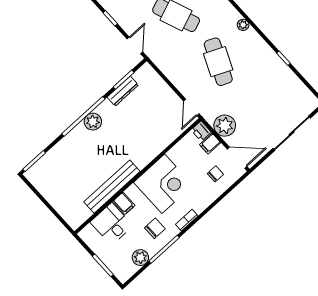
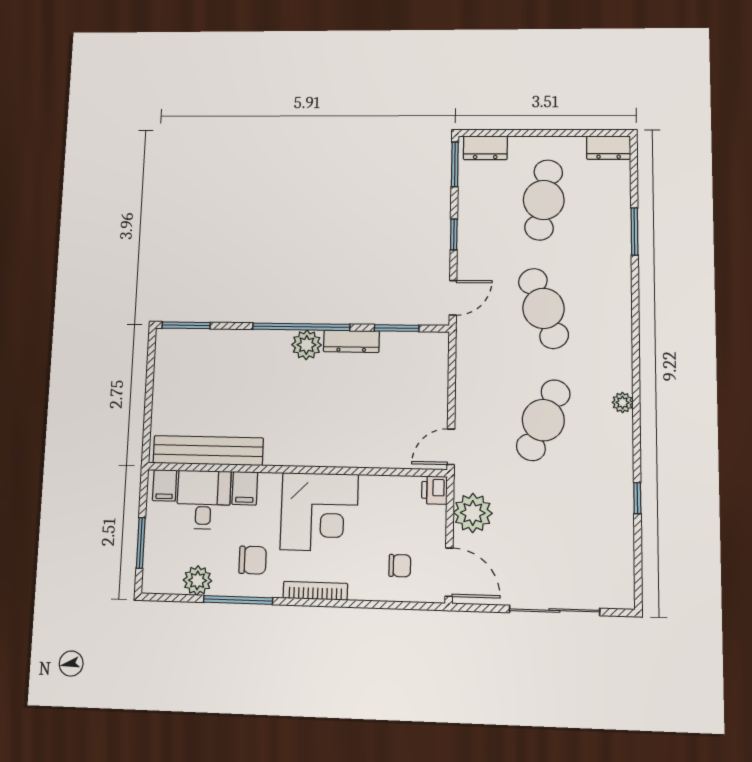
dresser: (123, 91) -> (351, 341), moved
filing cabinet: (210, 144) -> (165, 485), moved, turned -90
bench: (112, 187) -> (208, 451), moved
bookcase: (187, 220) -> (315, 591), width x1.56

